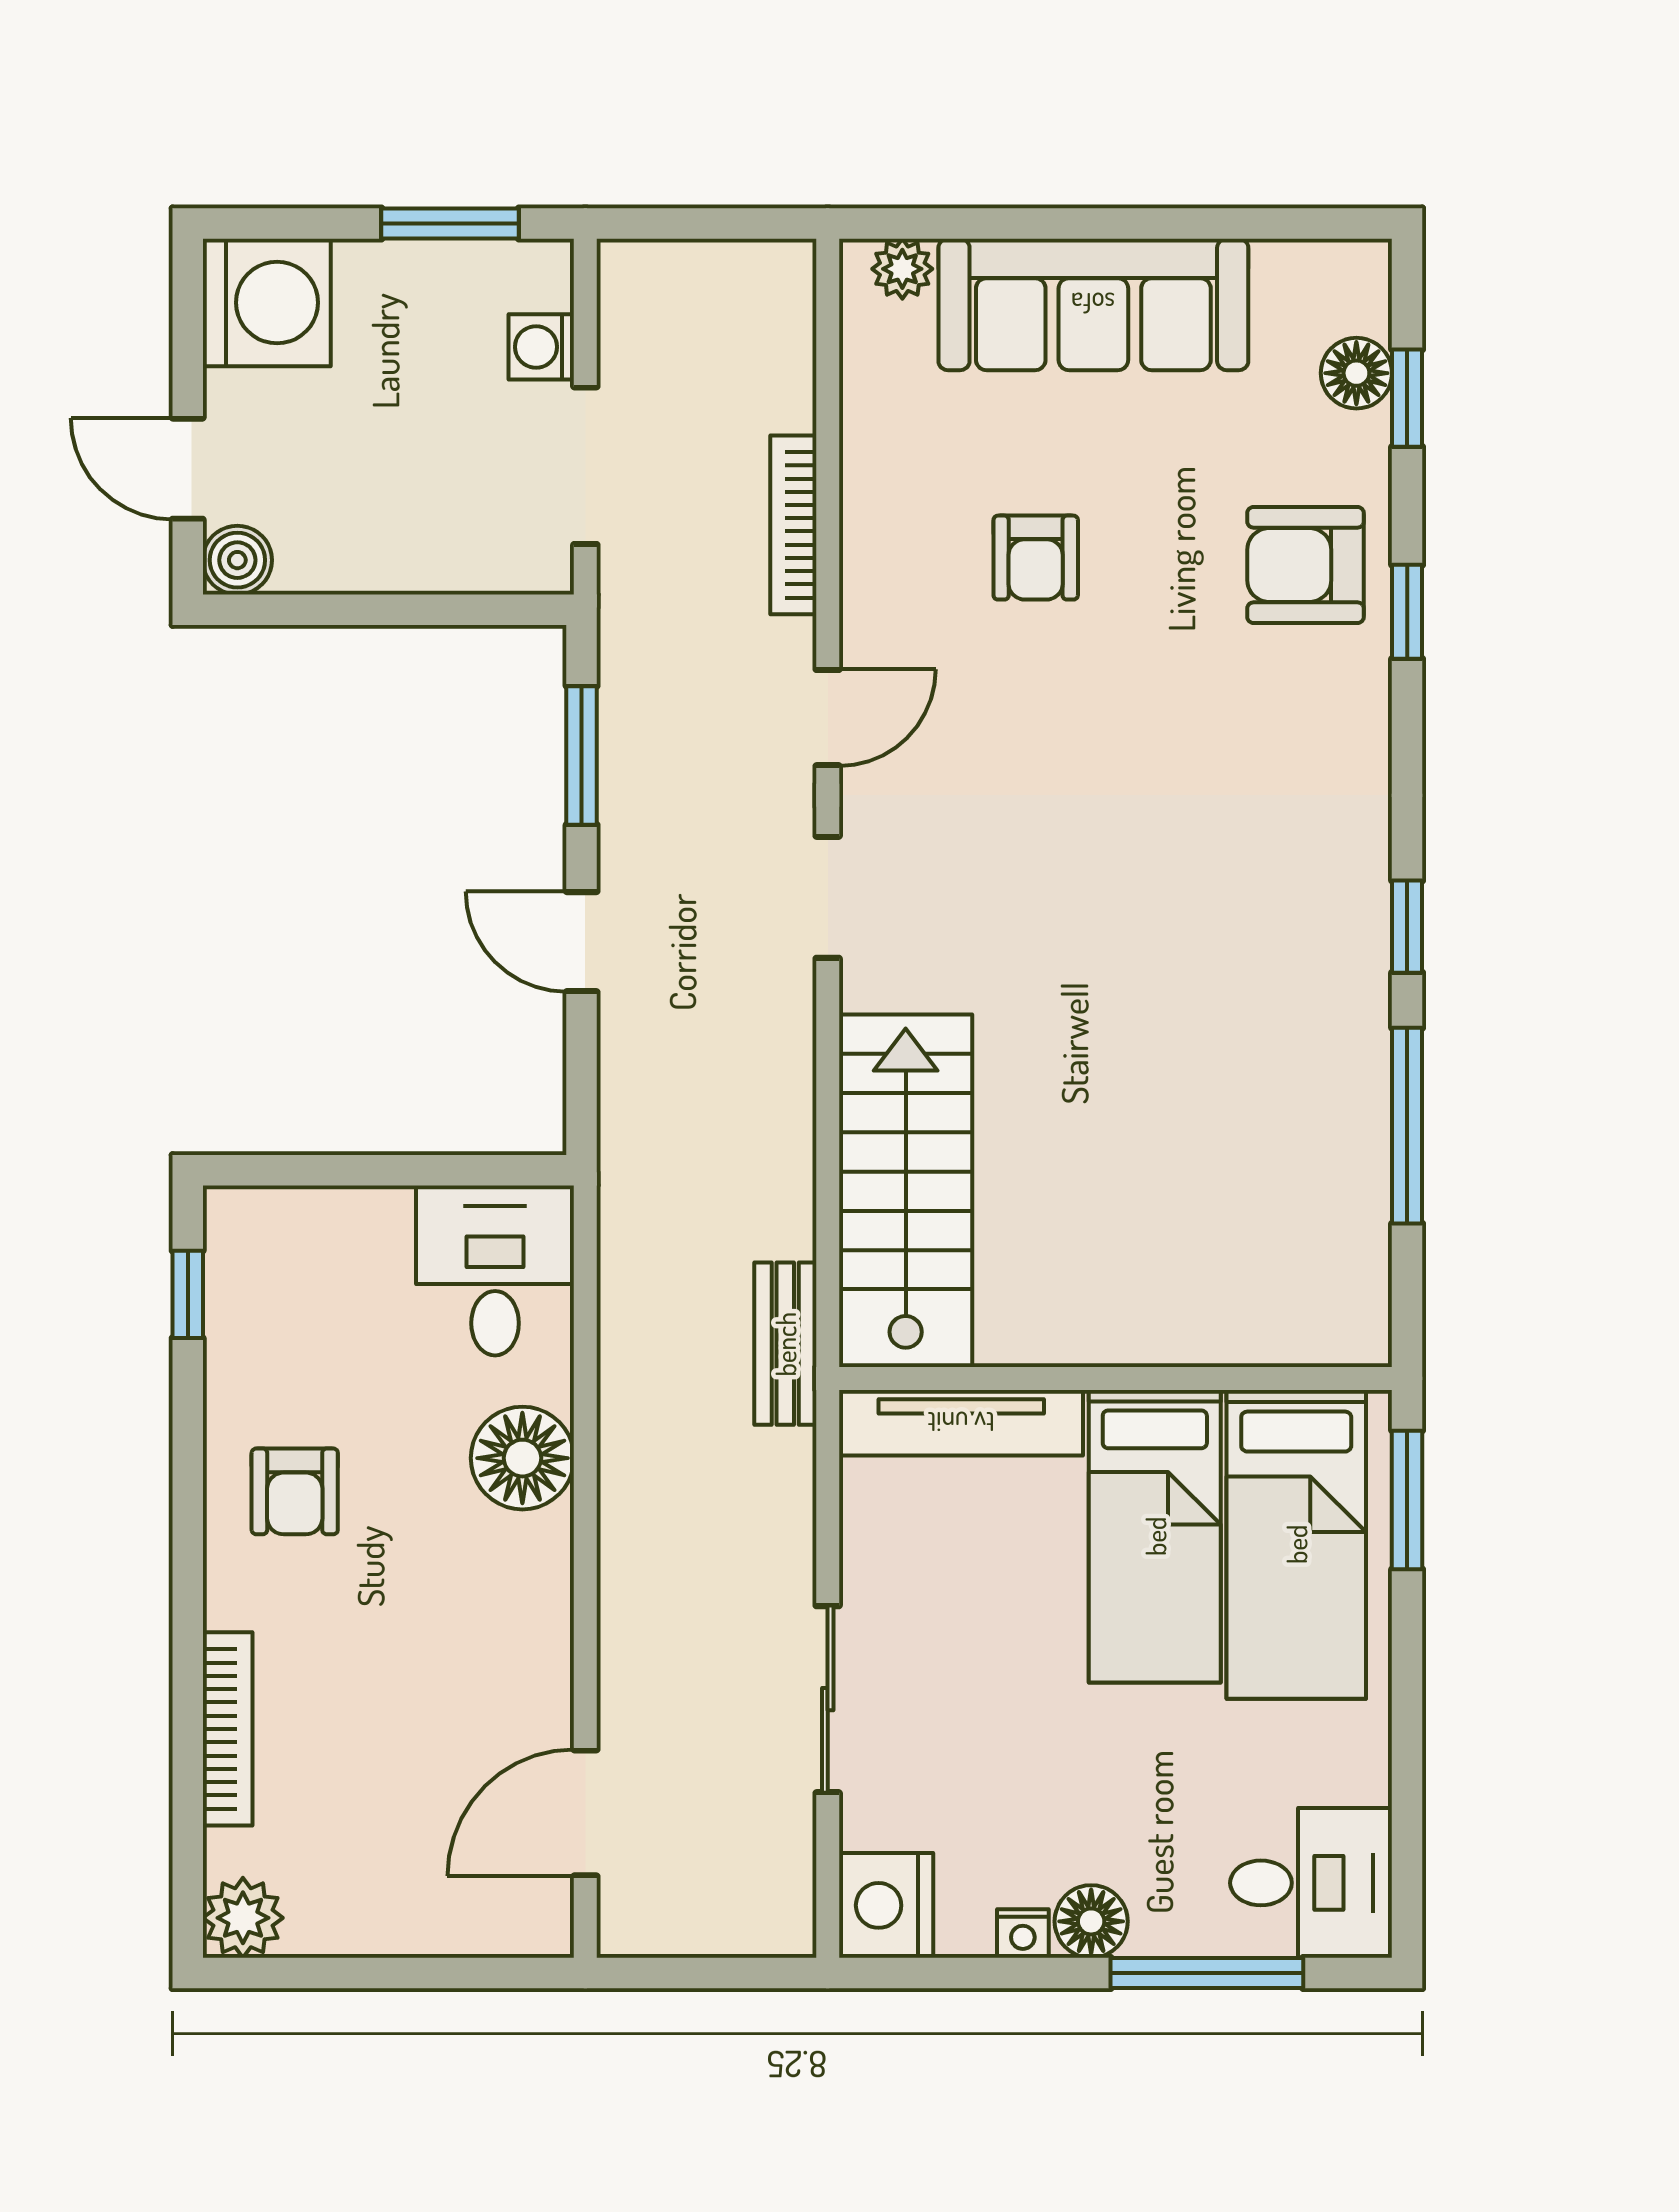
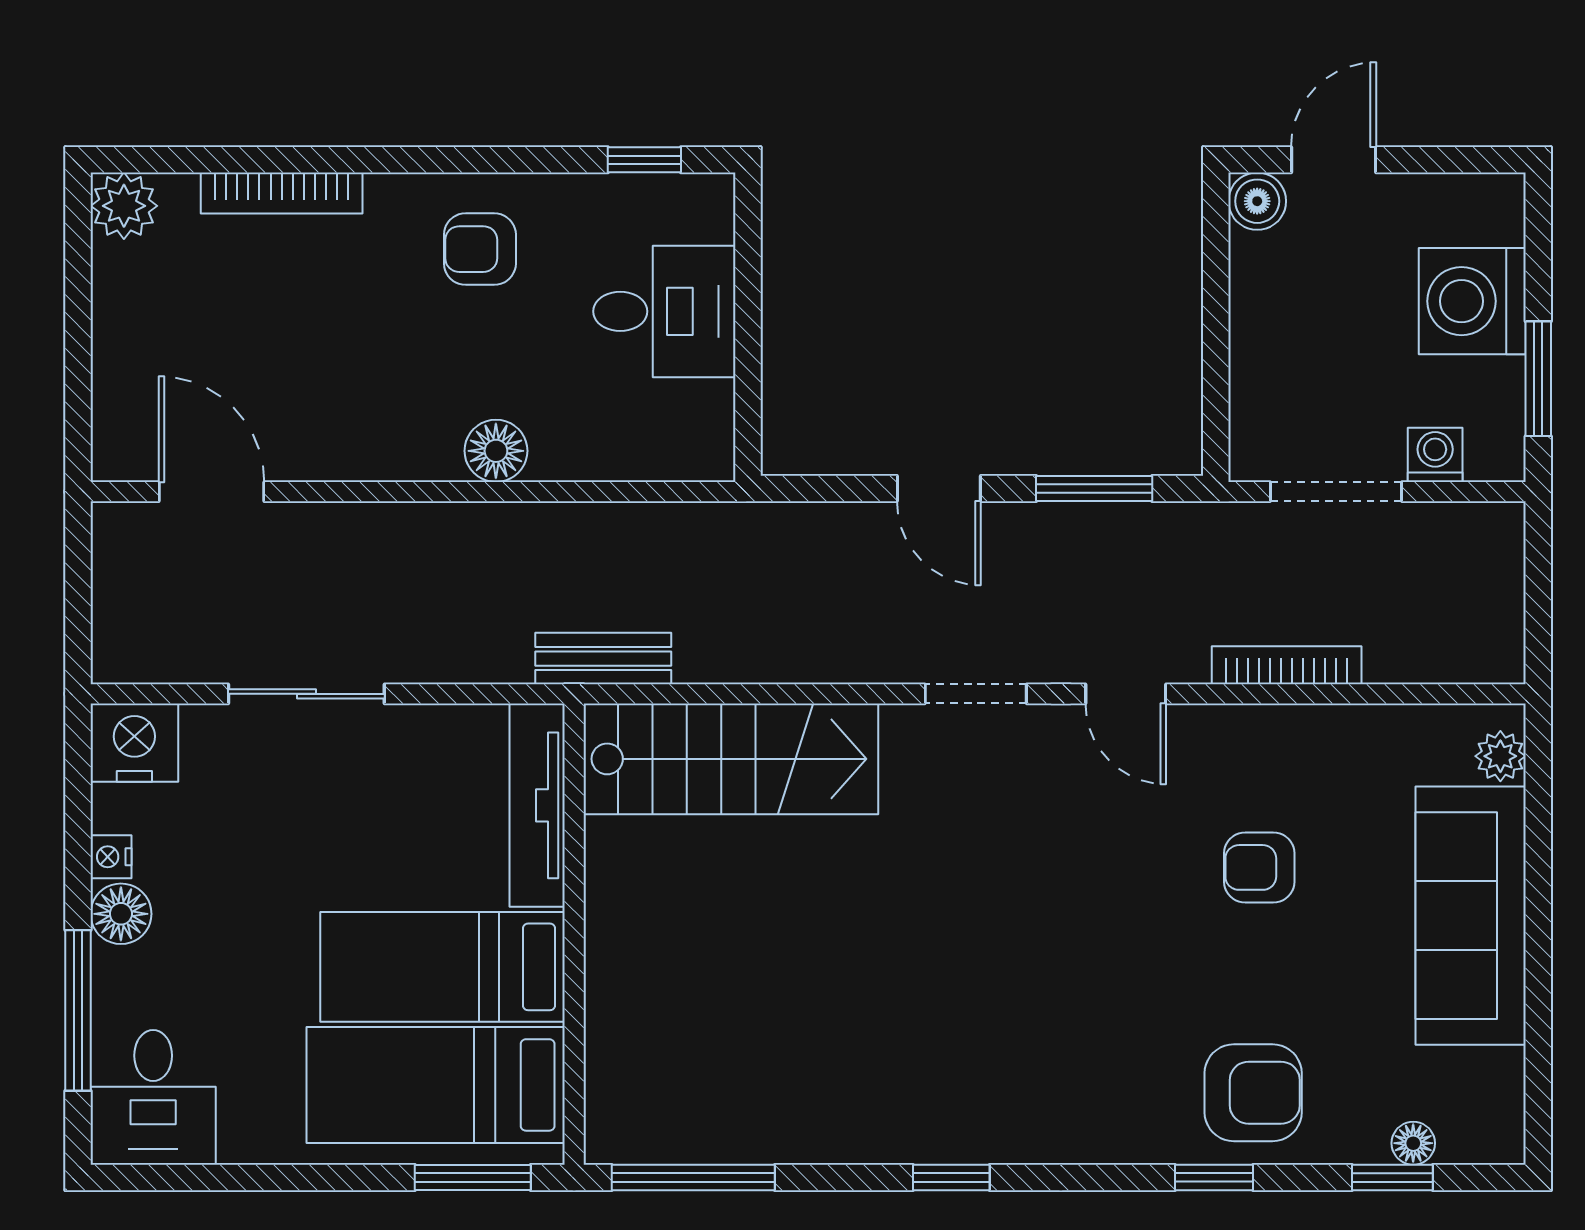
washing machine: (267, 303) -> (1472, 301), moved, turned 90
floor lamp: (1356, 373) -> (1413, 1143), width x0.73, depth x0.73
armchair: (1306, 565) -> (1253, 1093), turned 90
door: (582, 942) -> (939, 488), swing flipped
window: (1407, 1126) -> (693, 1177), moved
desk: (495, 1270) -> (664, 311), moved
floor lamp: (522, 1458) -> (496, 451), width x0.73, depth x0.73

